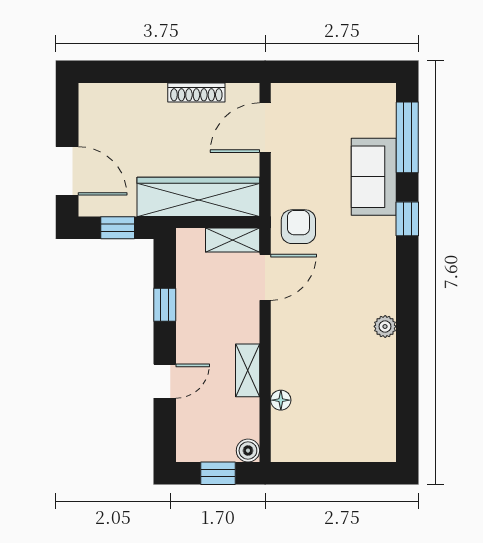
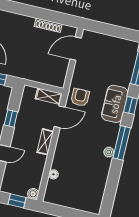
sofa: (374, 177) -> (115, 104), moved
wardrobe: (198, 197) -> (38, 73), removed
window: (407, 301) -> (122, 143), added
shelving: (248, 370) -> (45, 142), moved

